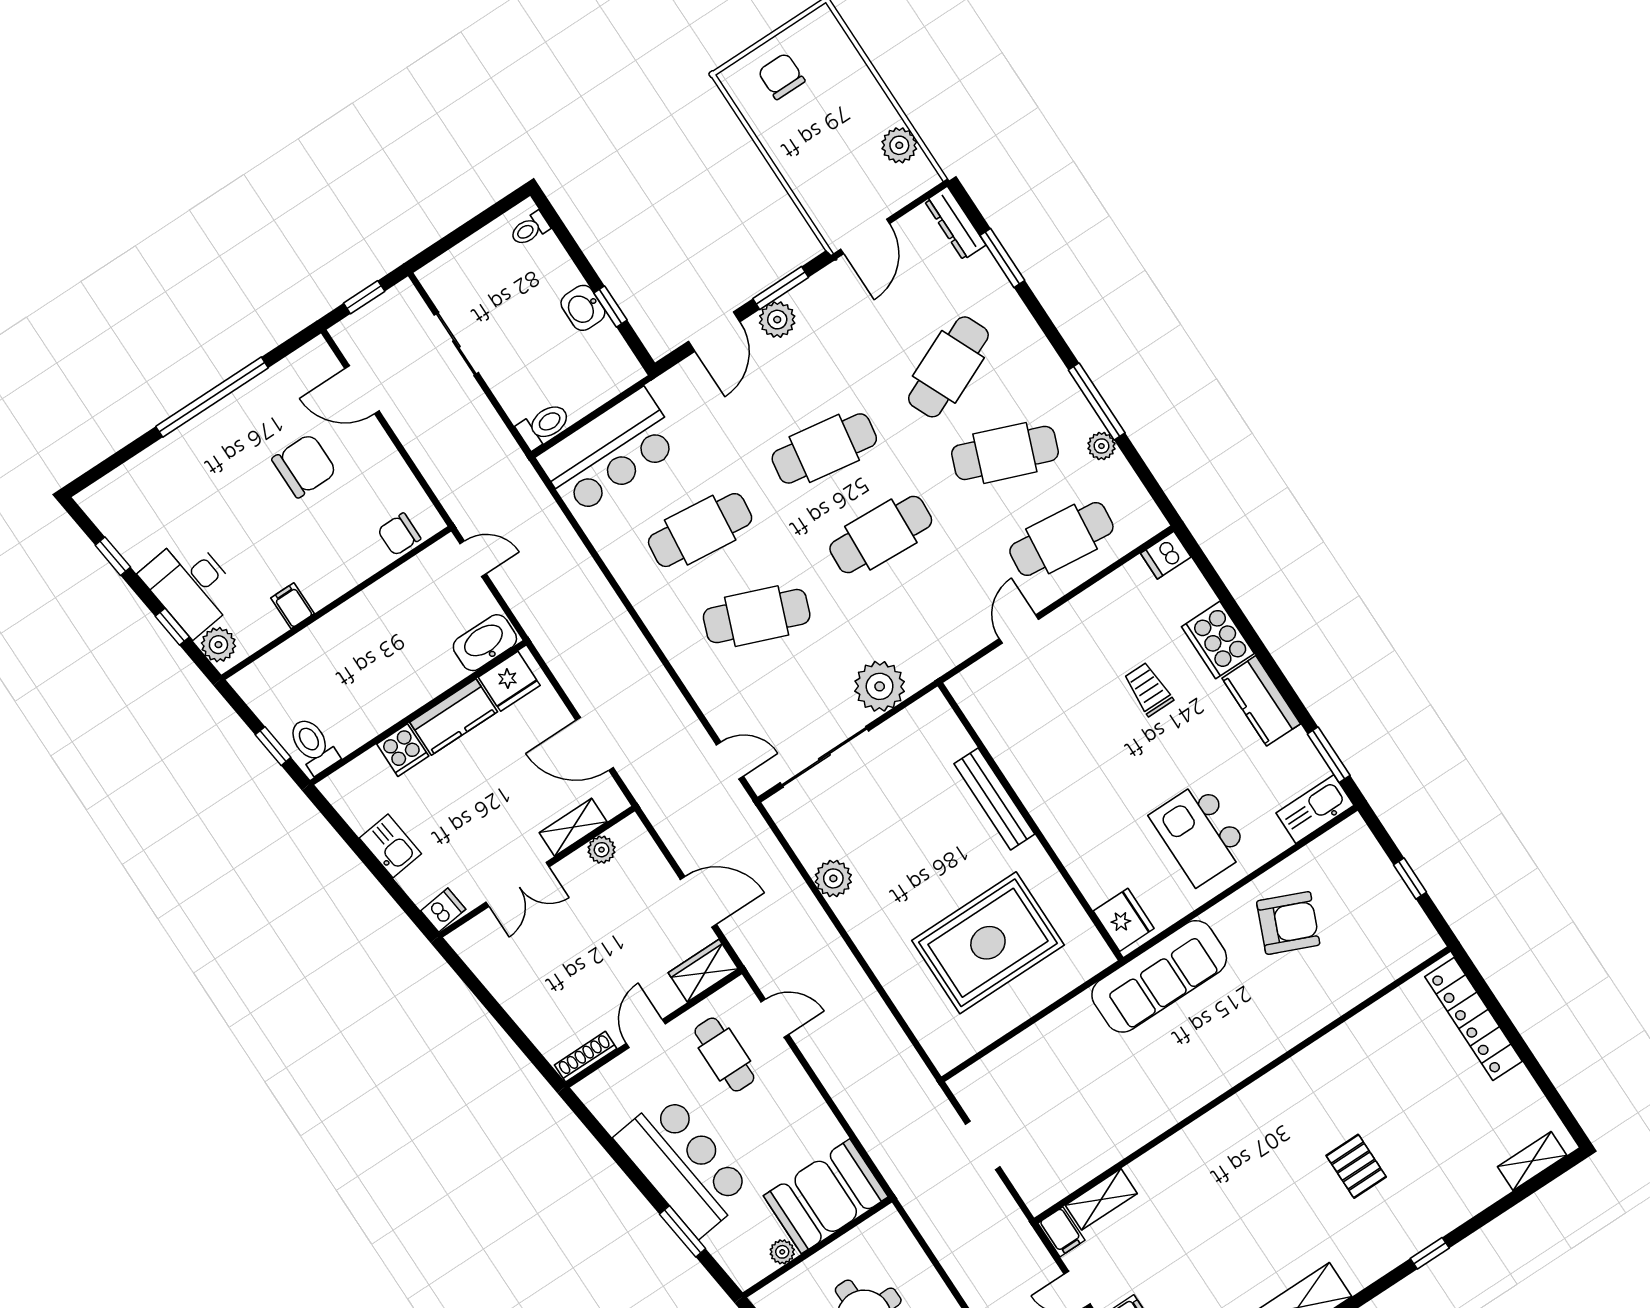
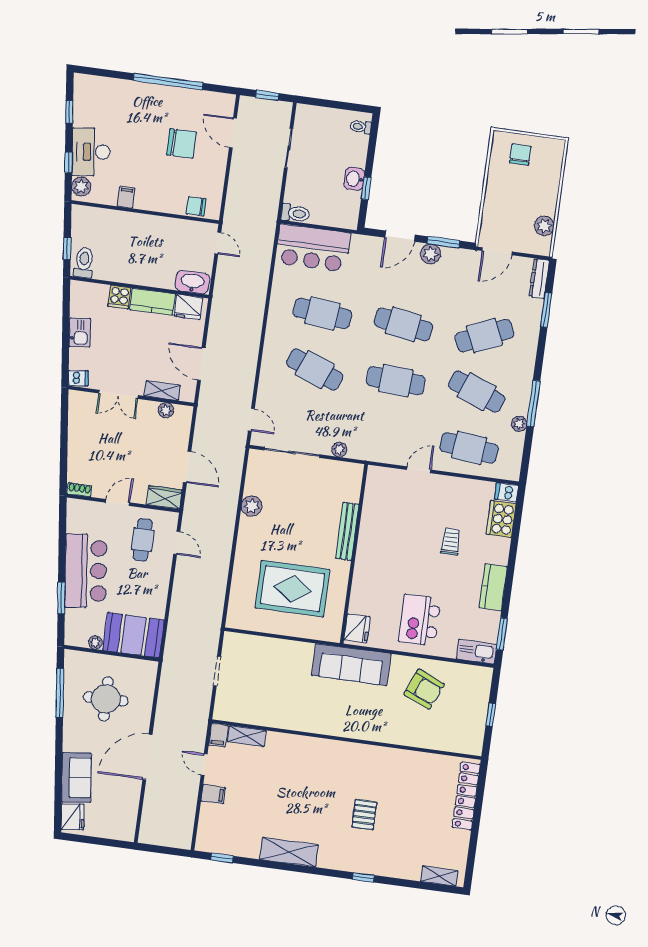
cooker: (1218, 640) -> (501, 519), moved
plant: (880, 686) -> (339, 450), width x0.53, depth x0.53
shoe rack: (586, 1057) -> (79, 490), width x0.70

